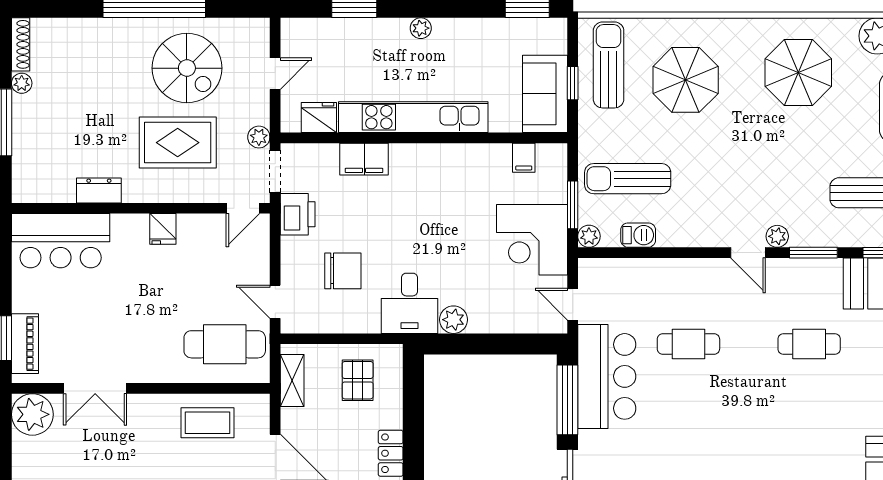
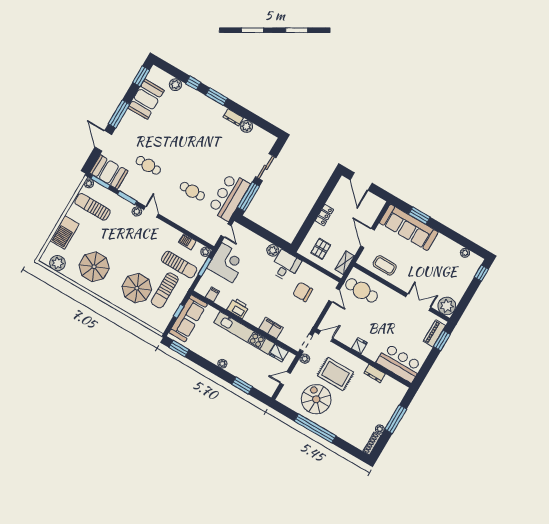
sun lounger: (609, 65) -> (165, 290), moved
sofa: (545, 94) -> (188, 318), width x1.36
printer: (298, 214) -> (238, 308), moved, turned 90

